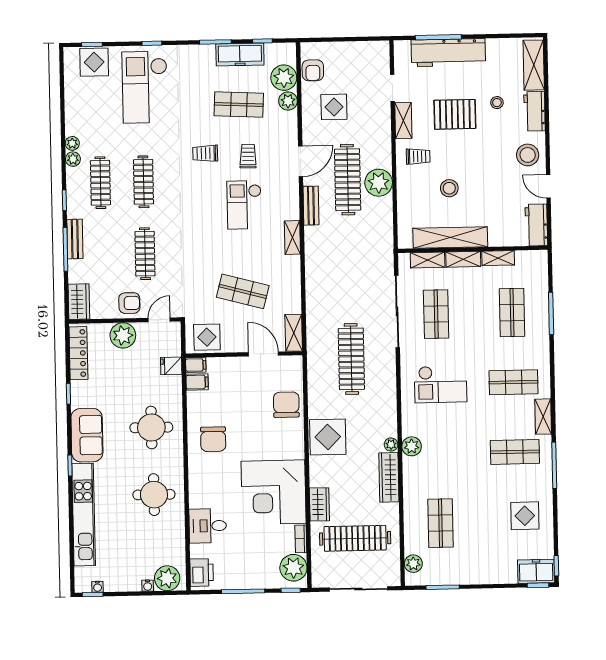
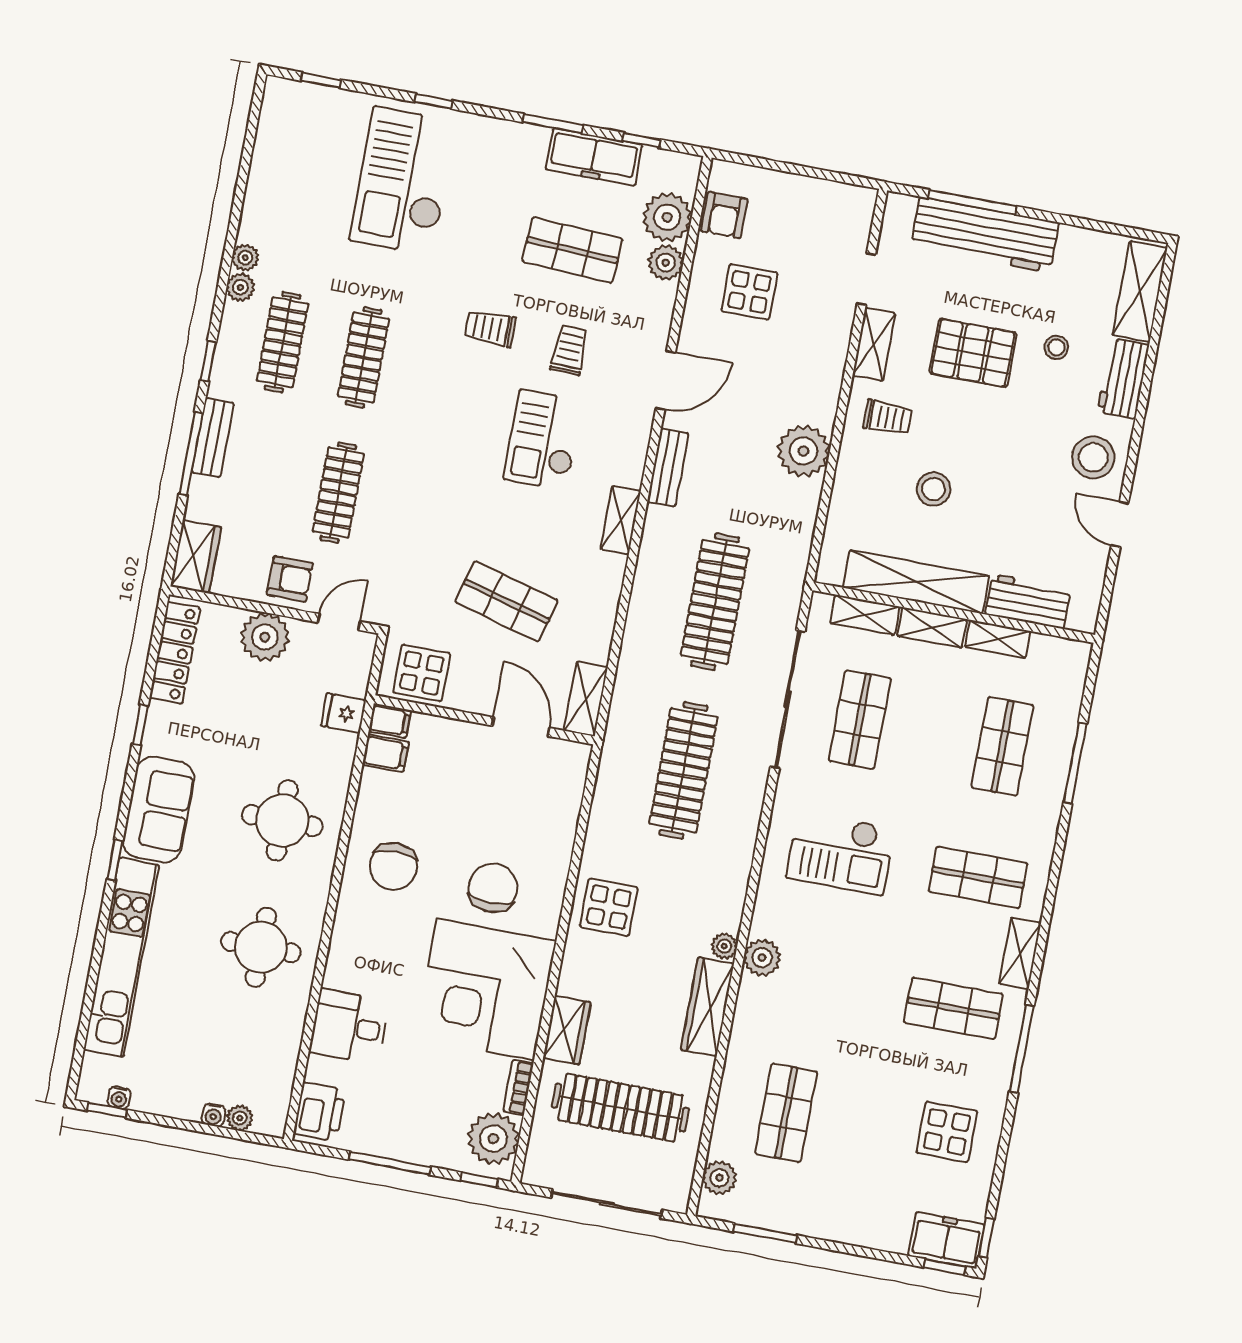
display table: (94, 62) -> (318, 114), removed
clothes rail: (348, 180) -> (715, 602), moved
workbench: (536, 225) -> (1028, 601), moved, turned 90
chair: (286, 405) -> (493, 888), moved
display table: (328, 437) -> (609, 907), width x0.73, depth x0.73
plant: (167, 578) -> (240, 1118), width x0.53, depth x0.53

